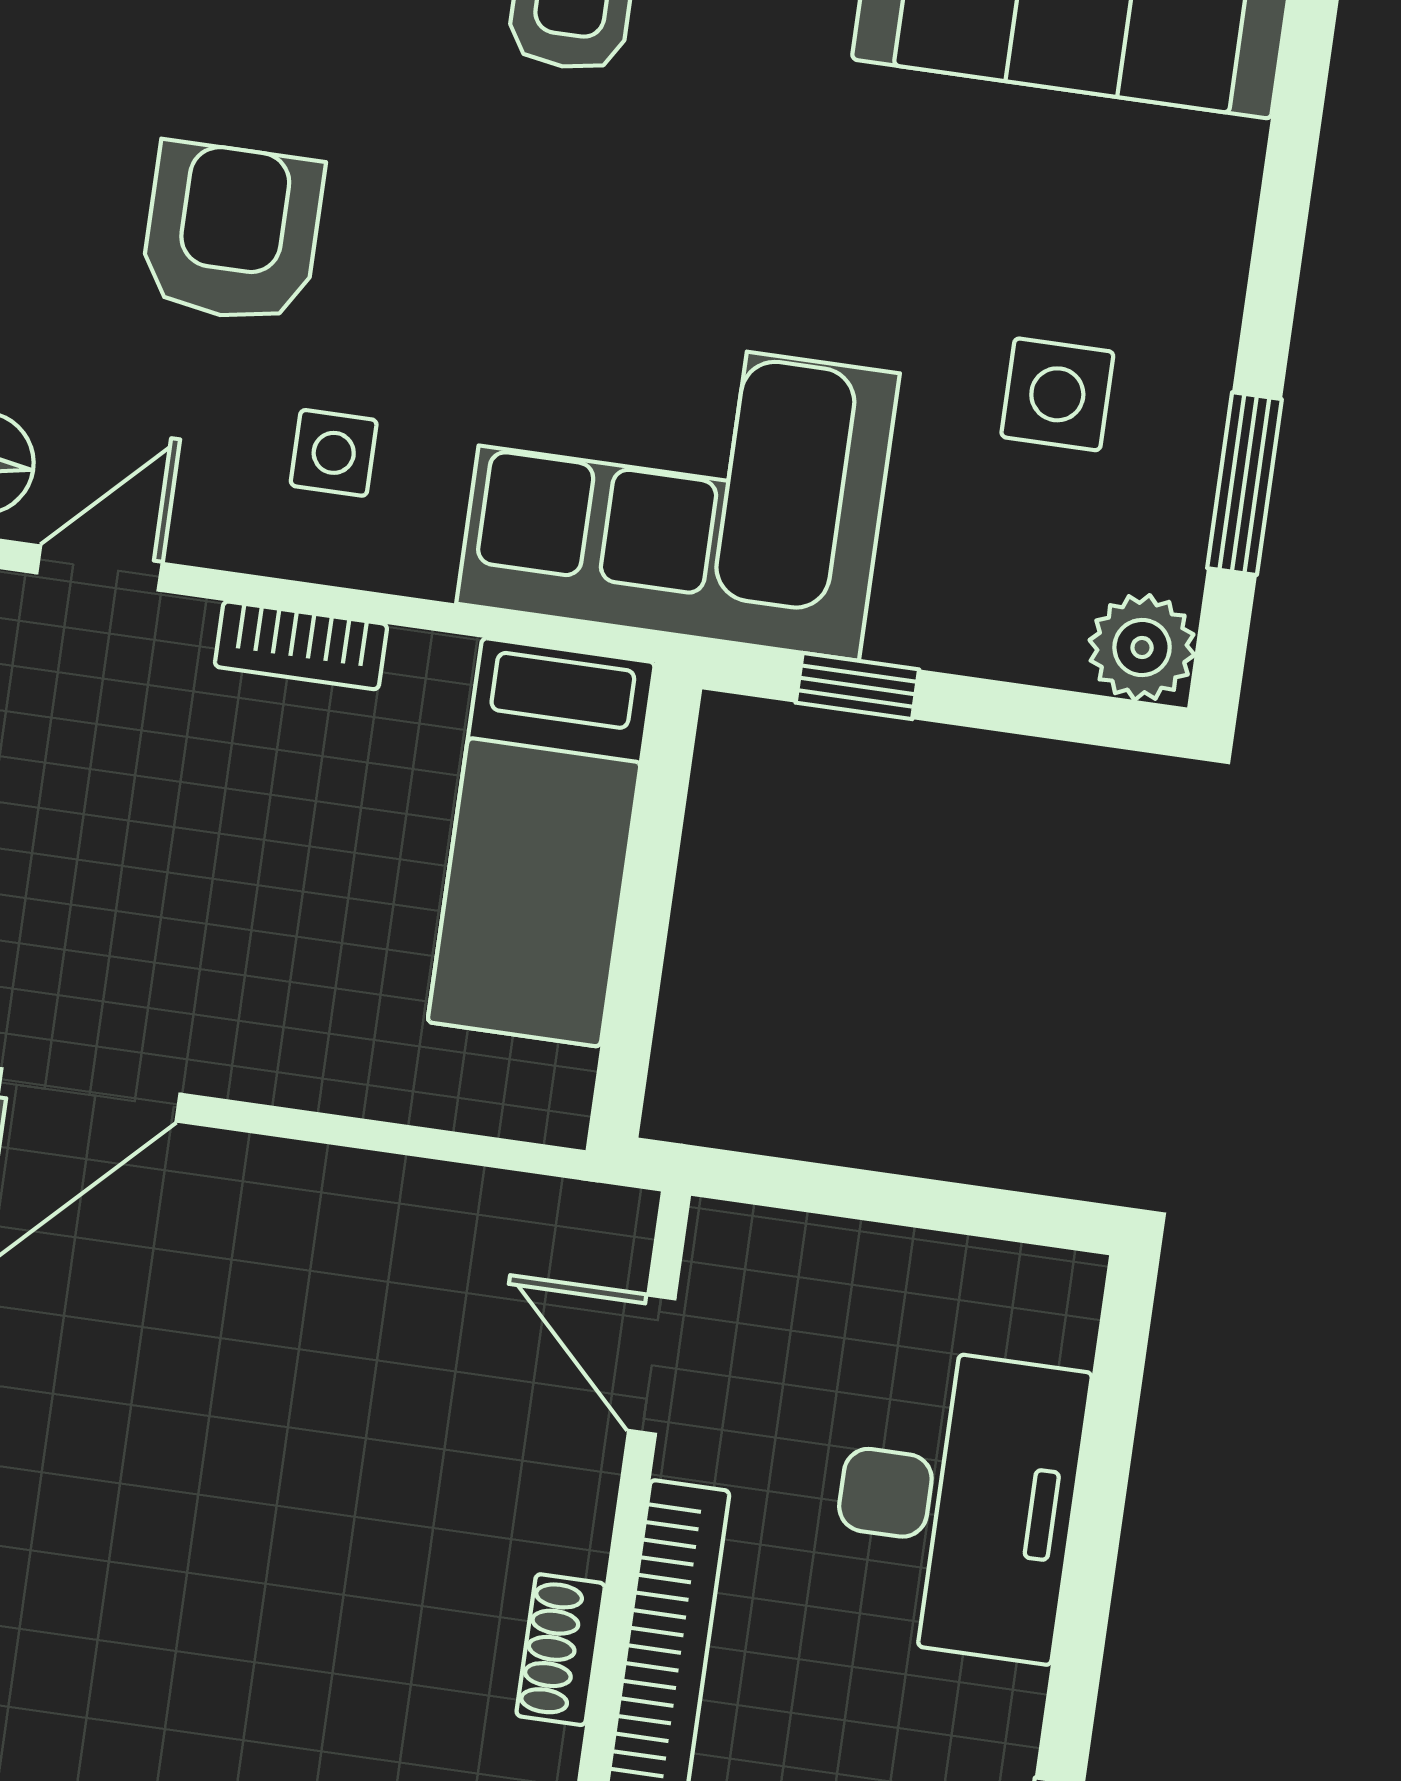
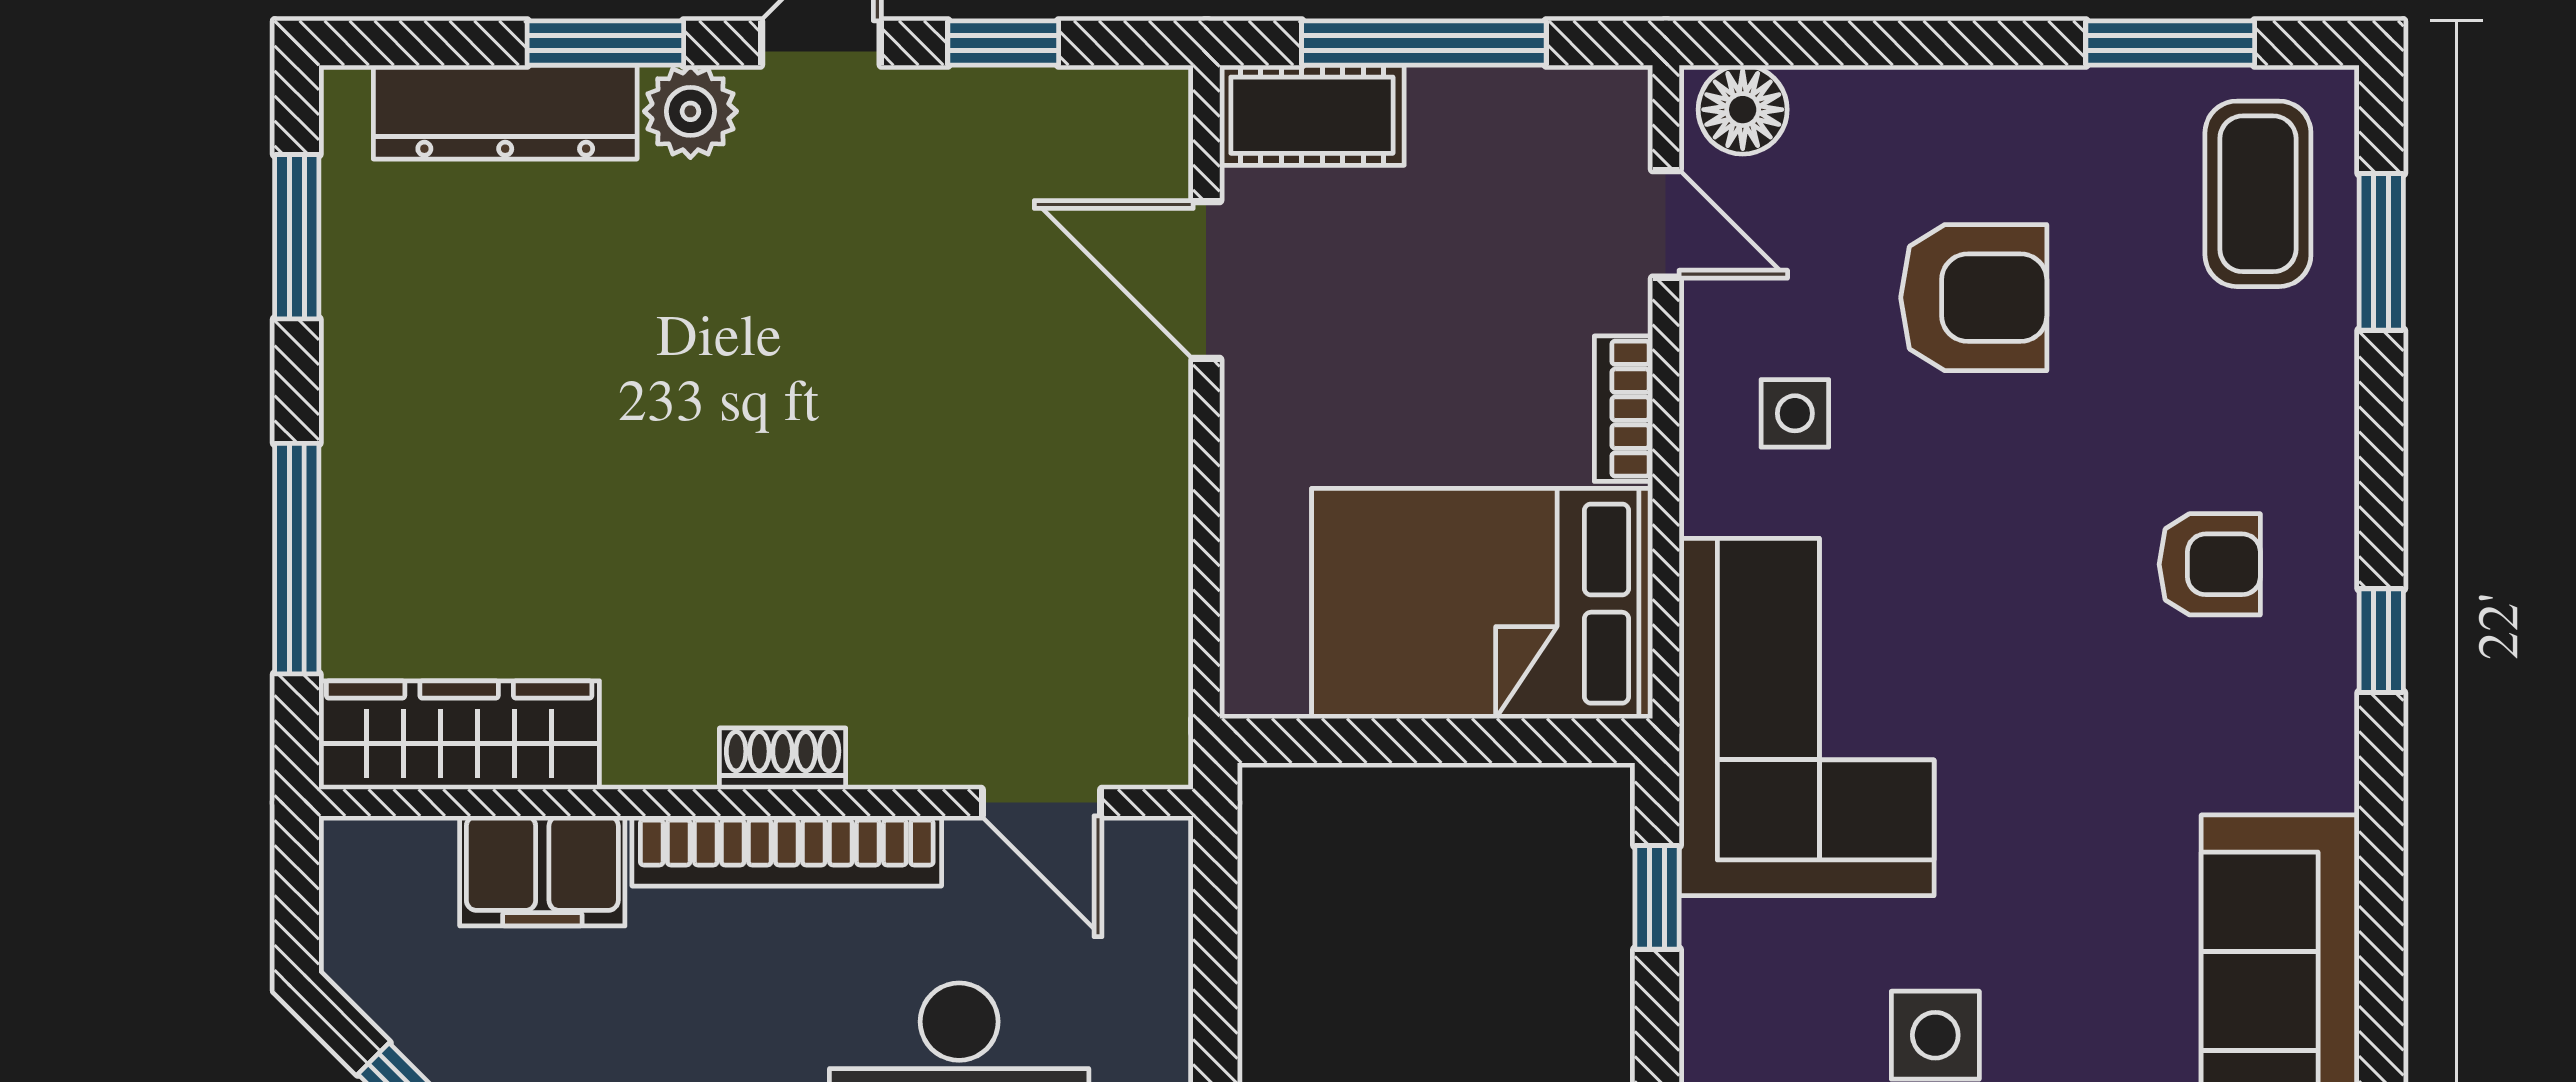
bed: (541, 842) -> (1482, 604), width x1.50
door: (652, 1365) -> (1042, 803), swing flipped

